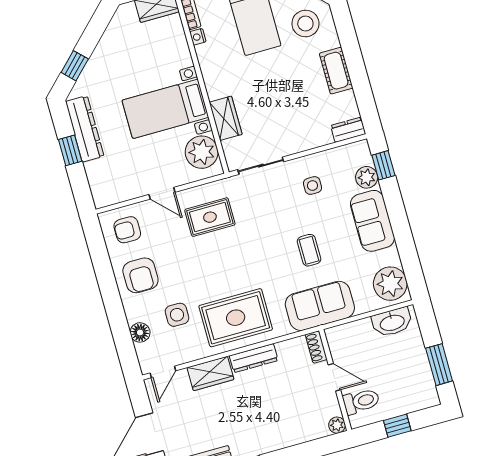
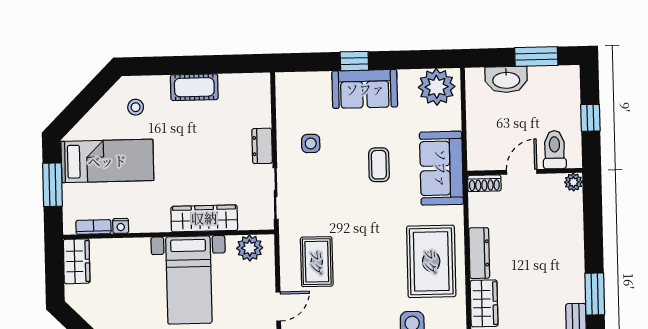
stool: (305, 23) -> (136, 107), width x0.53, depth x0.53
wardrobe: (226, 118) -> (204, 218), width x1.50
dresser: (348, 130) -> (262, 146), moved
plant: (202, 152) -> (250, 248), width x0.73, depth x0.73
window: (383, 165) -> (354, 61), moved
plant: (367, 177) -> (317, 83), removed
coffee table: (309, 250) -> (379, 165), turned 90
washbasin: (392, 322) -> (506, 80), moved, turned 90

